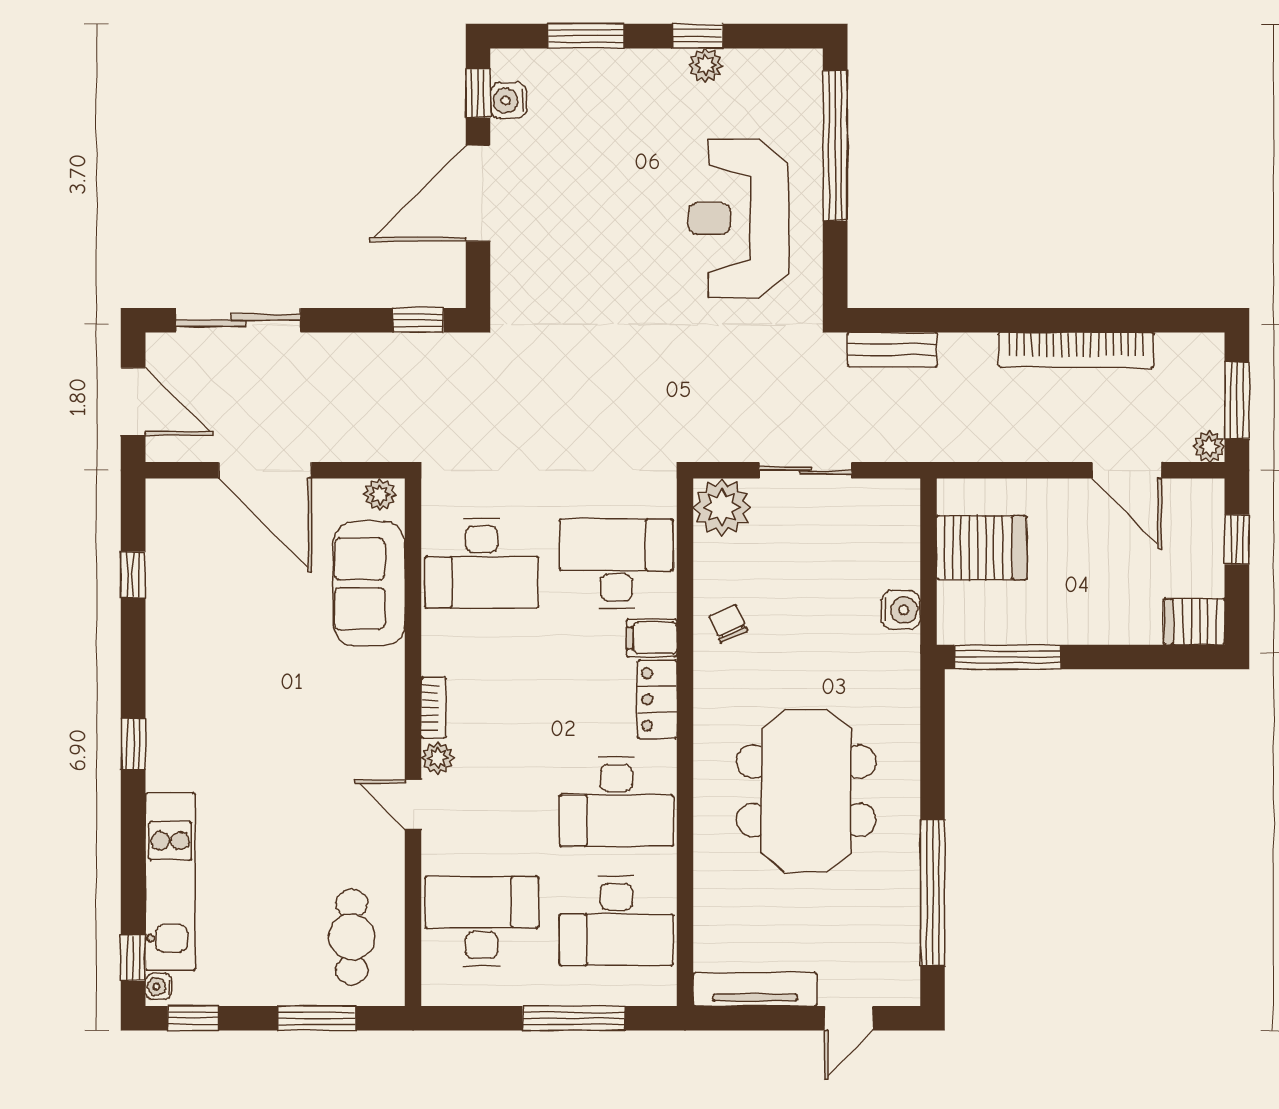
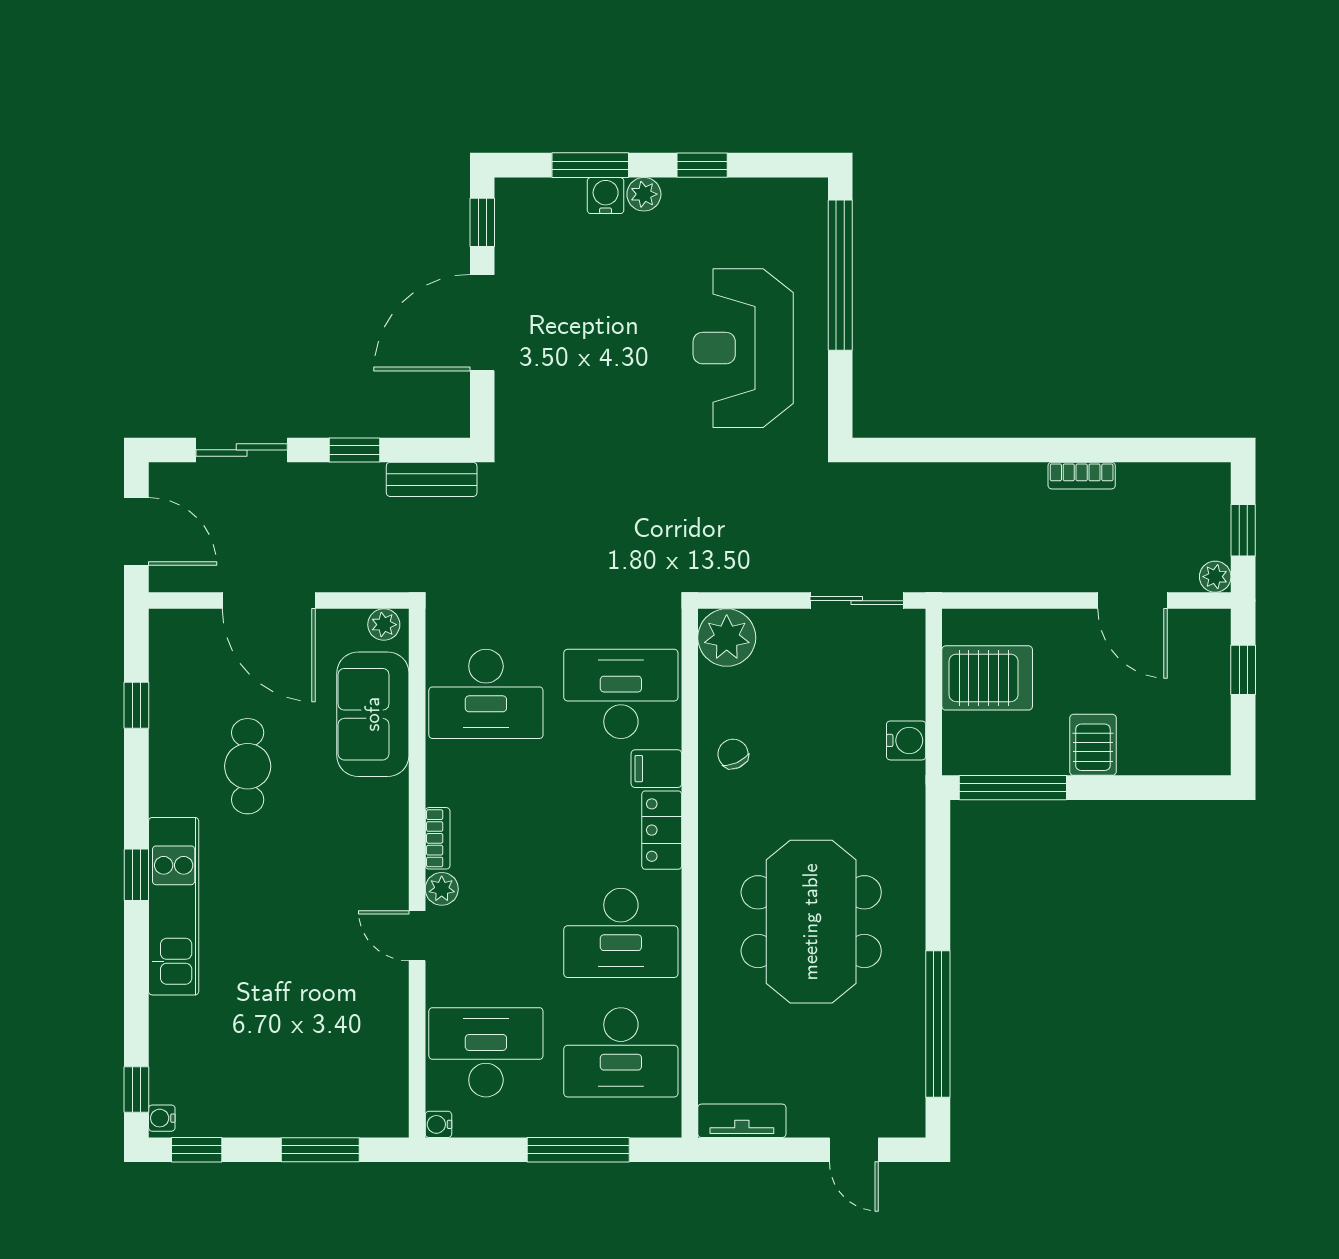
plant: (706, 65) -> (644, 194), moved
water cooler: (508, 100) -> (606, 196), moved, turned 90
sliding door: (238, 320) -> (242, 450), width x0.73
window: (418, 320) -> (355, 450), moved
bench: (892, 350) -> (432, 479), moved
bookcase: (1076, 350) -> (1082, 476), width x0.43, depth x0.76
window: (1237, 400) -> (1243, 530), width x0.67
sliding door: (805, 470) -> (857, 601), moved
server rack: (1194, 622) -> (1093, 745), moved, turned 90
kitchen unit: (170, 882) -> (174, 906), moved
cafe table: (352, 937) -> (248, 766), moved
tv unit: (755, 989) -> (742, 1121), width x0.71
water cooler: (434, 993) -> (438, 1124), added
door: (849, 1018) -> (854, 1150), hinge flipped

